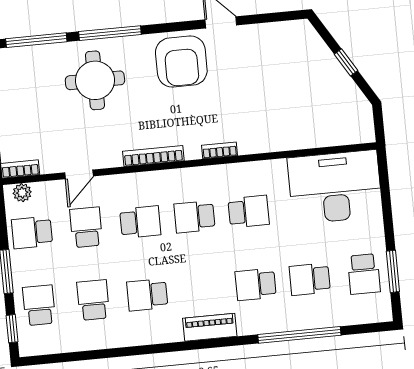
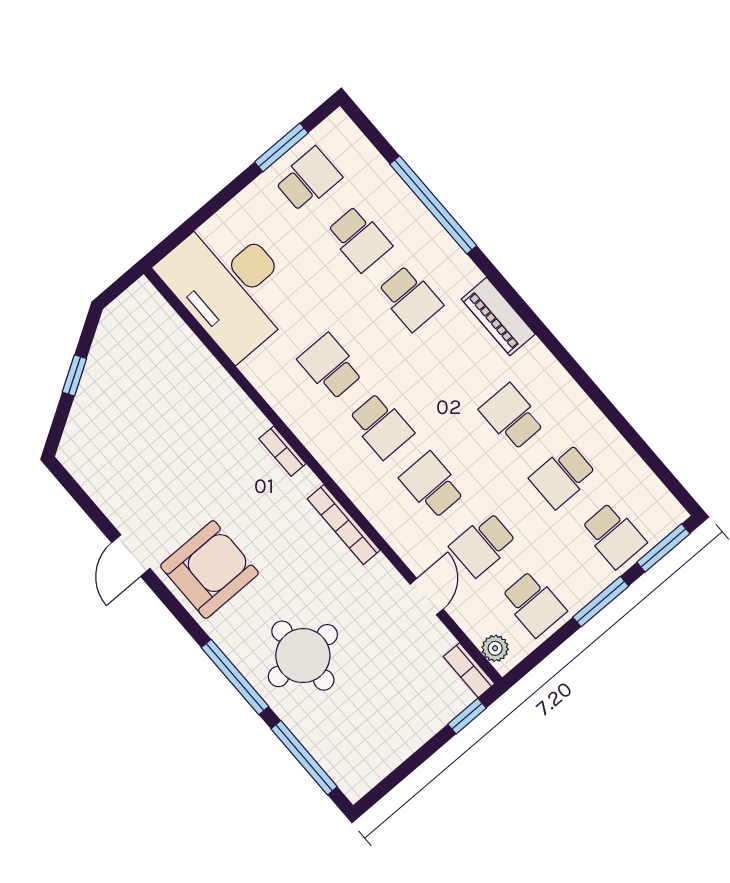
door: (79, 174) -> (427, 597), hinge flipped
school desk: (147, 295) -> (512, 417), turned 180
school desk: (39, 305) -> (614, 535), turned -90
window: (12, 329) -> (663, 548), width x1.50

